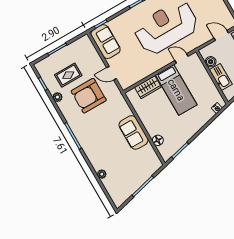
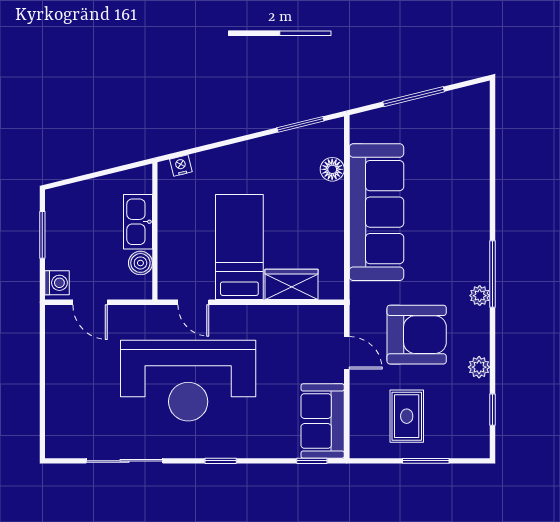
rug: (68, 75) -> (407, 416), moved, turned 90
sofa: (134, 132) -> (376, 212), width x1.85, depth x1.27
plant: (102, 174) -> (480, 296), moved

